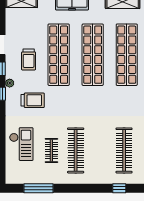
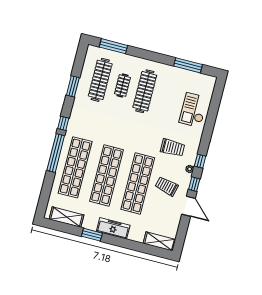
trolley: (29, 59) -> (167, 186), turned -76
trolley: (33, 100) -> (173, 148), turned 180
clothes rail: (51, 150) -> (122, 86), moved
window: (119, 188) -> (113, 46), width x2.17

